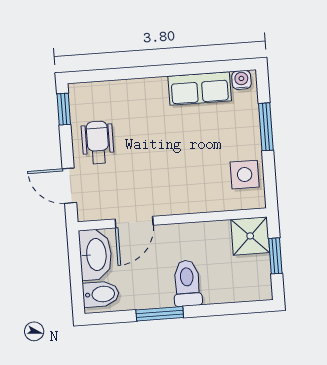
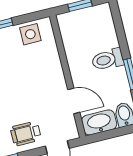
shower: (250, 236) -> (70, 24), removed

